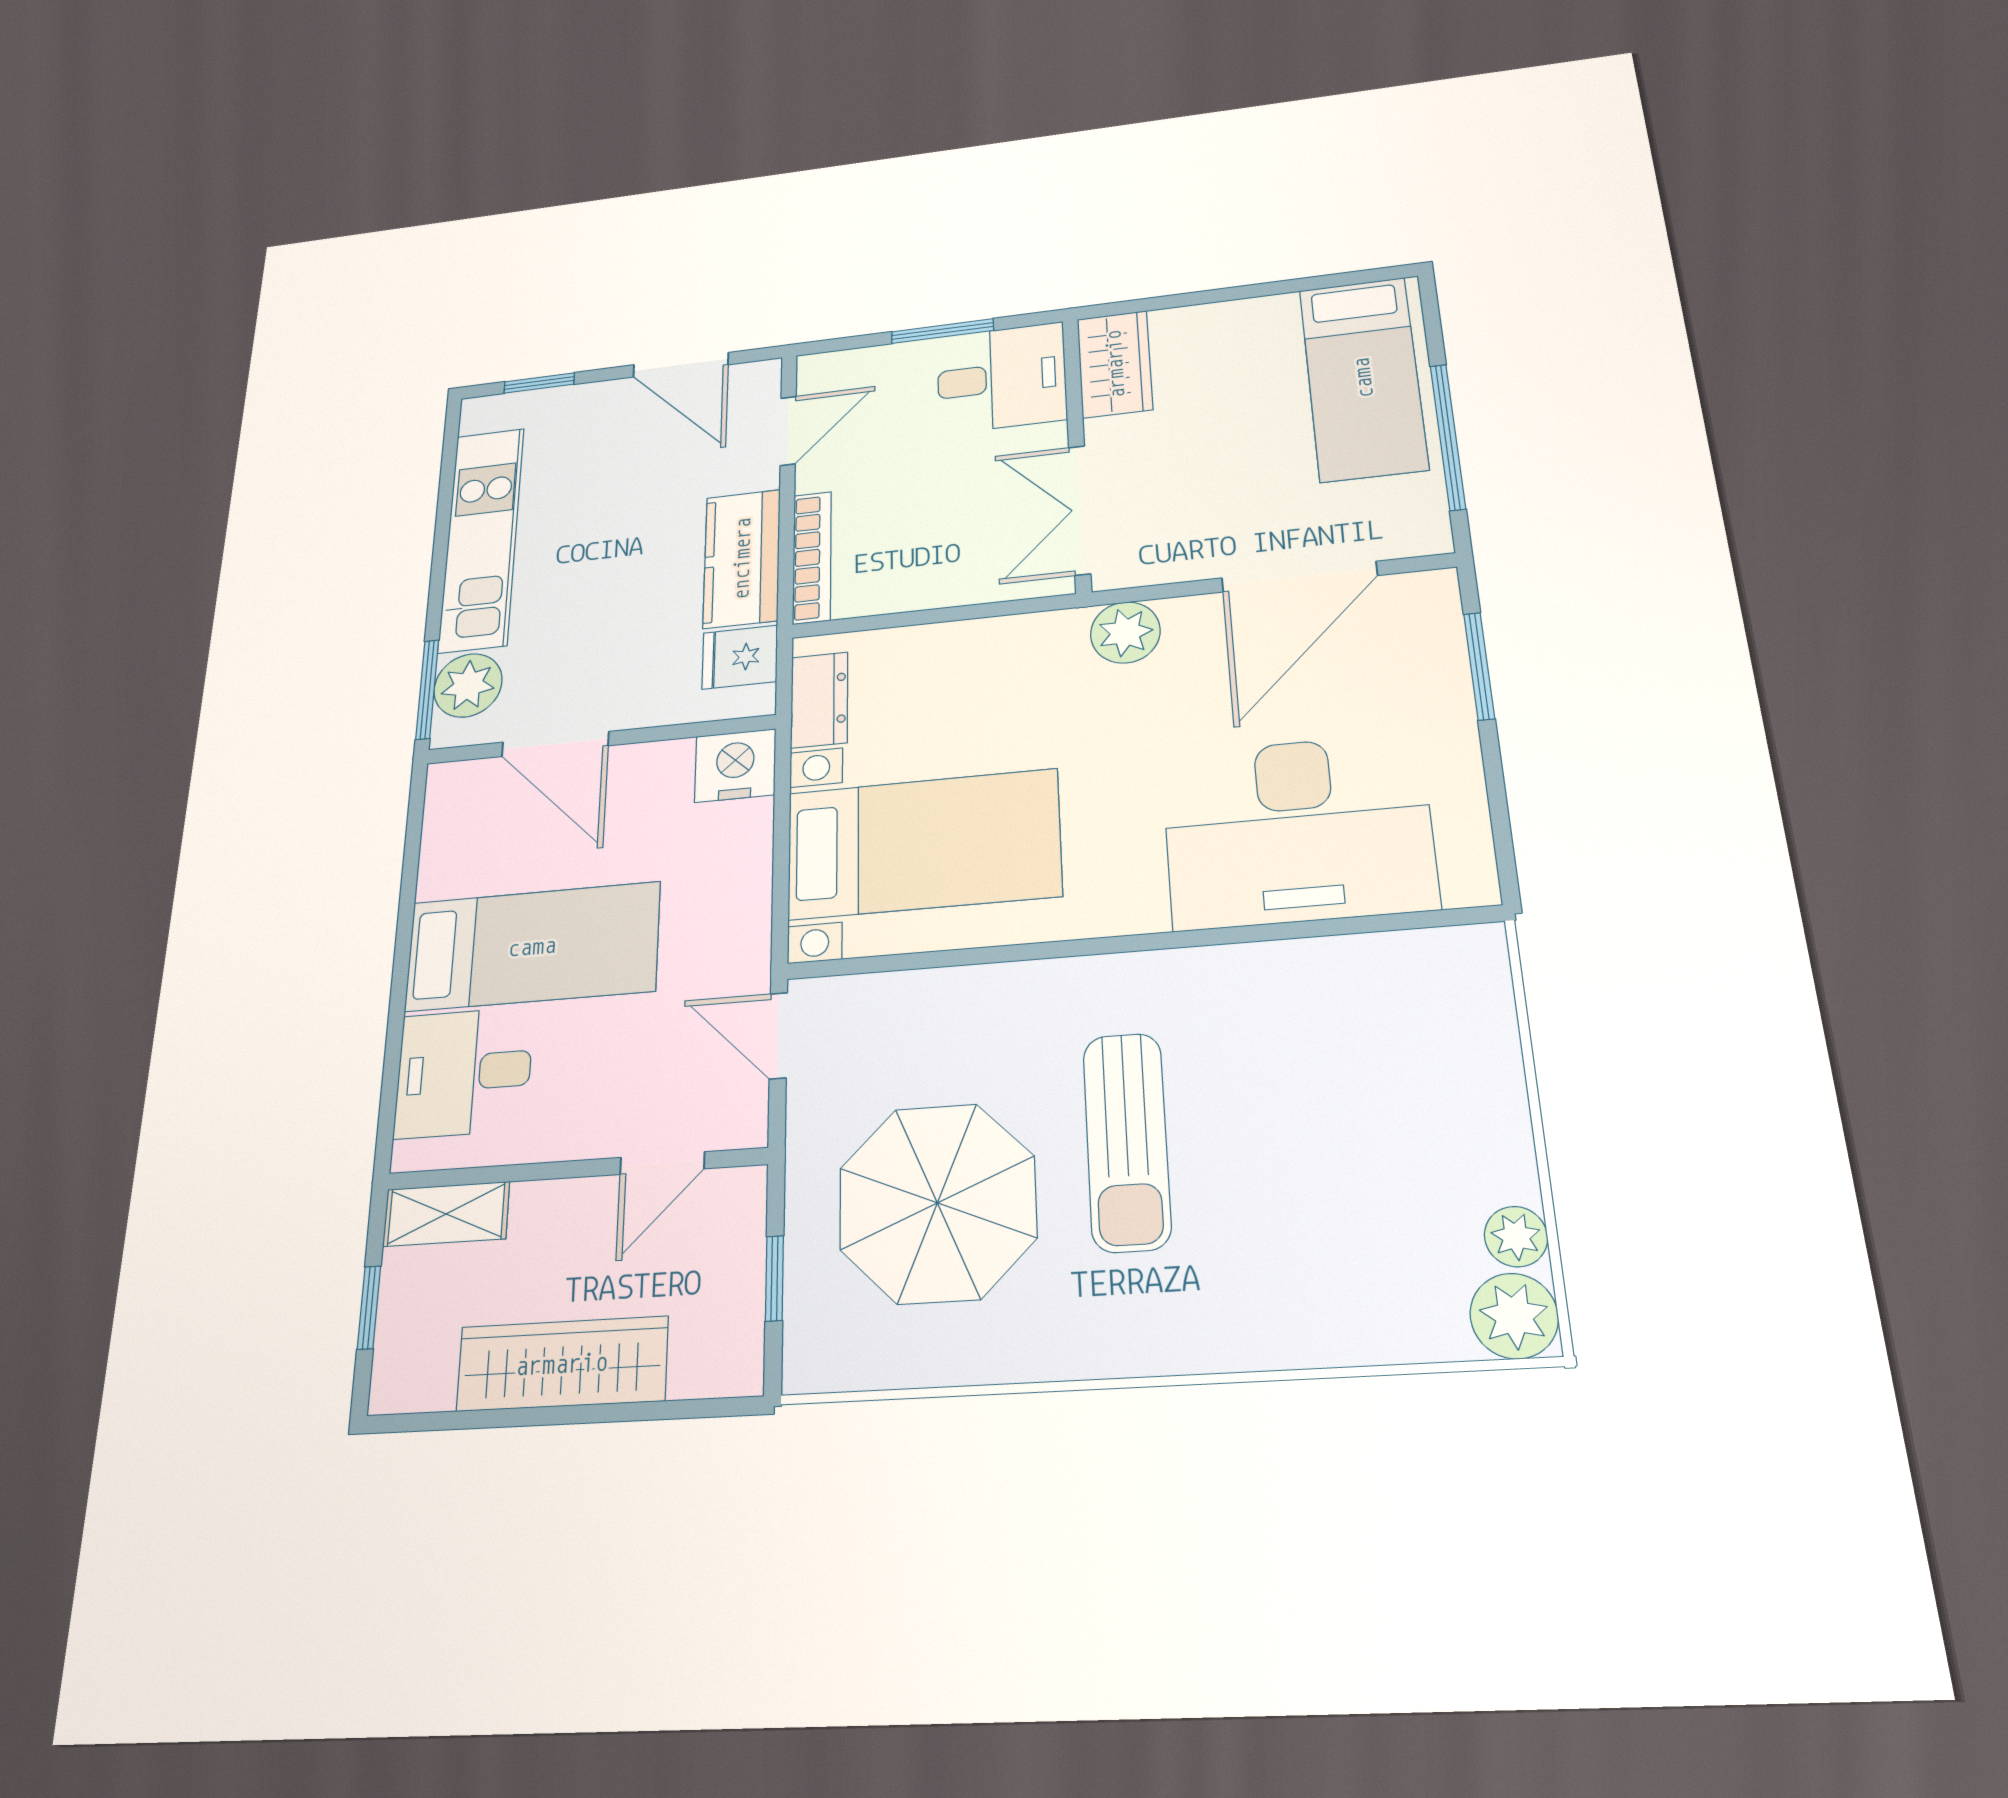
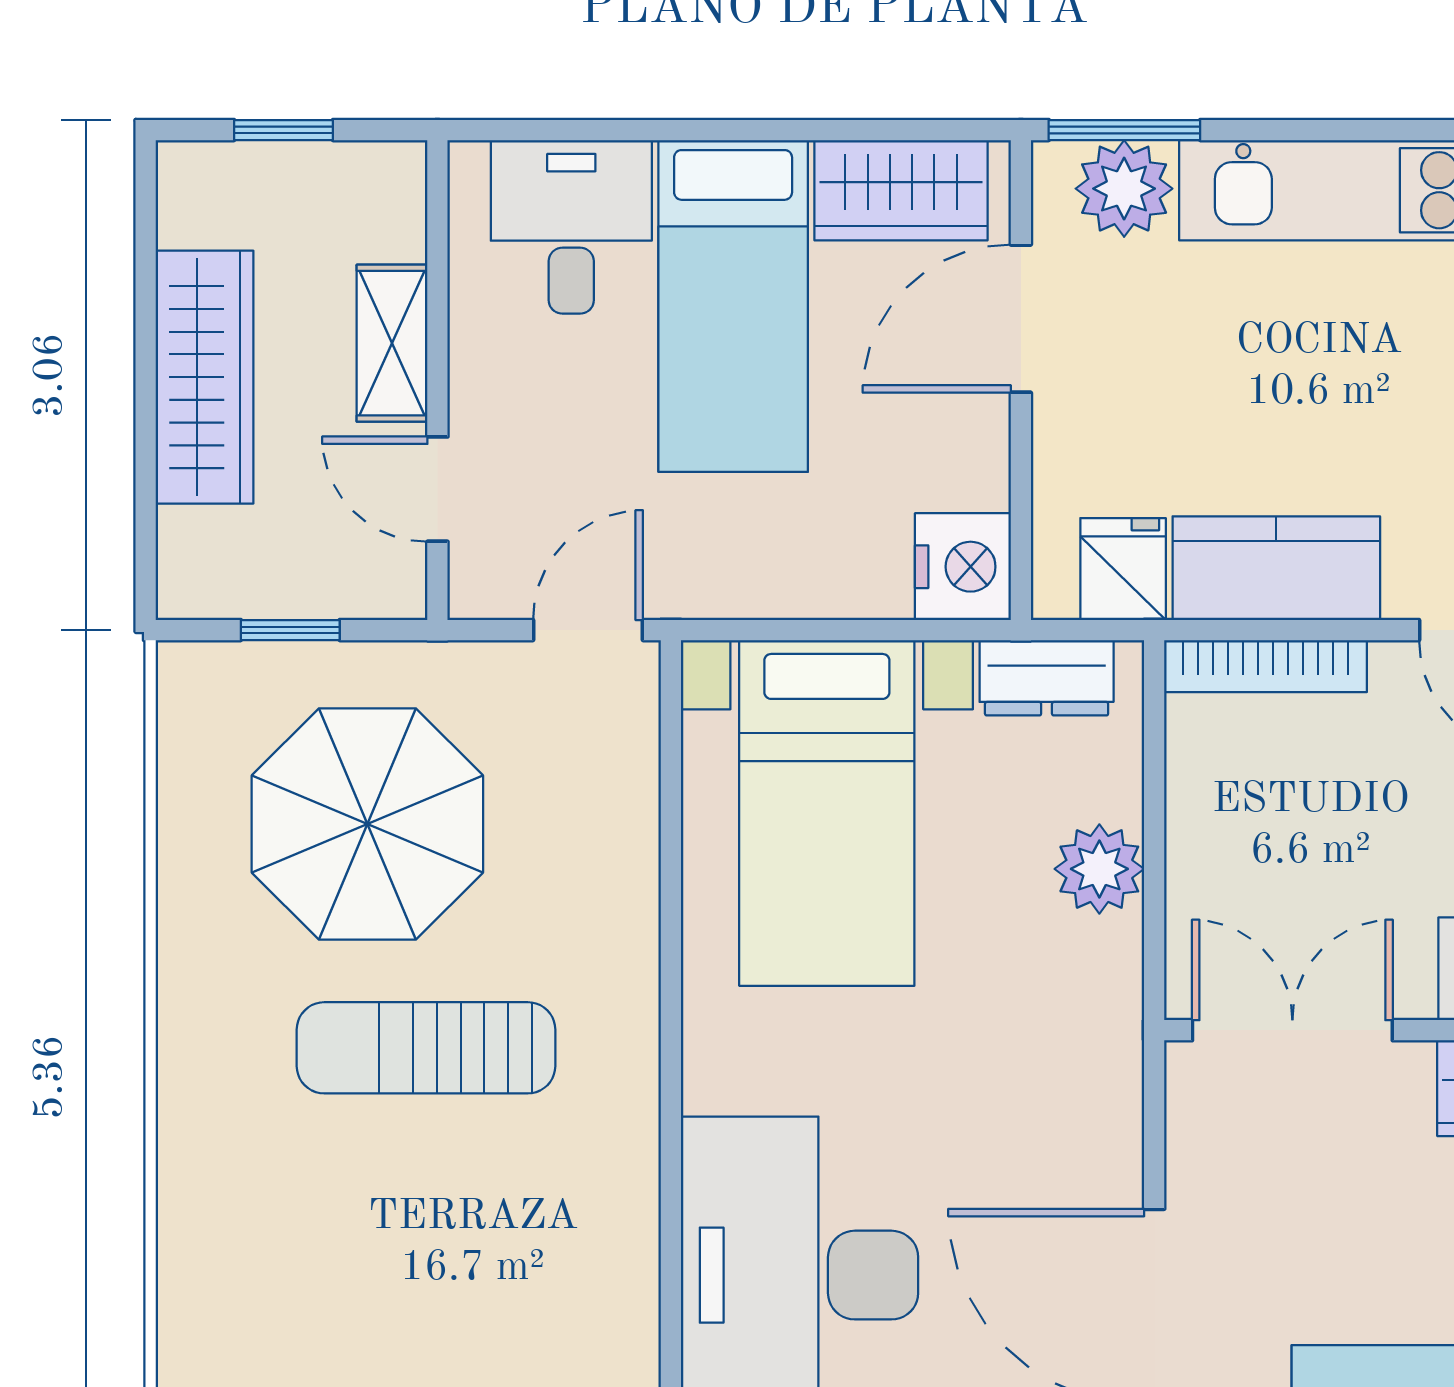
plant: (1125, 632) -> (1099, 869), moved
wardrobe: (456, 835) -> (901, 190), added
shelving: (446, 1214) -> (392, 343), moved

